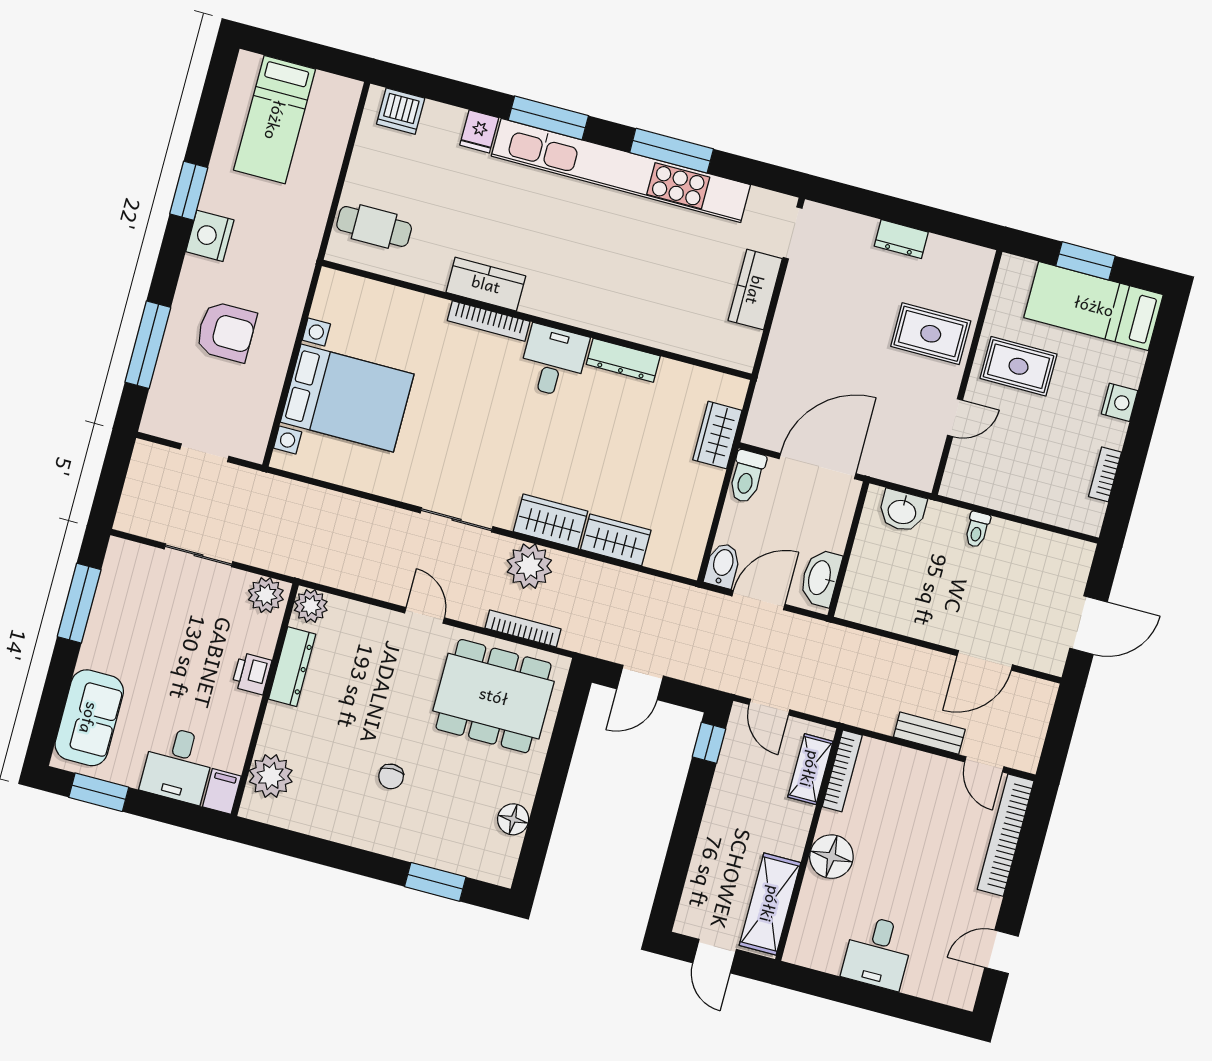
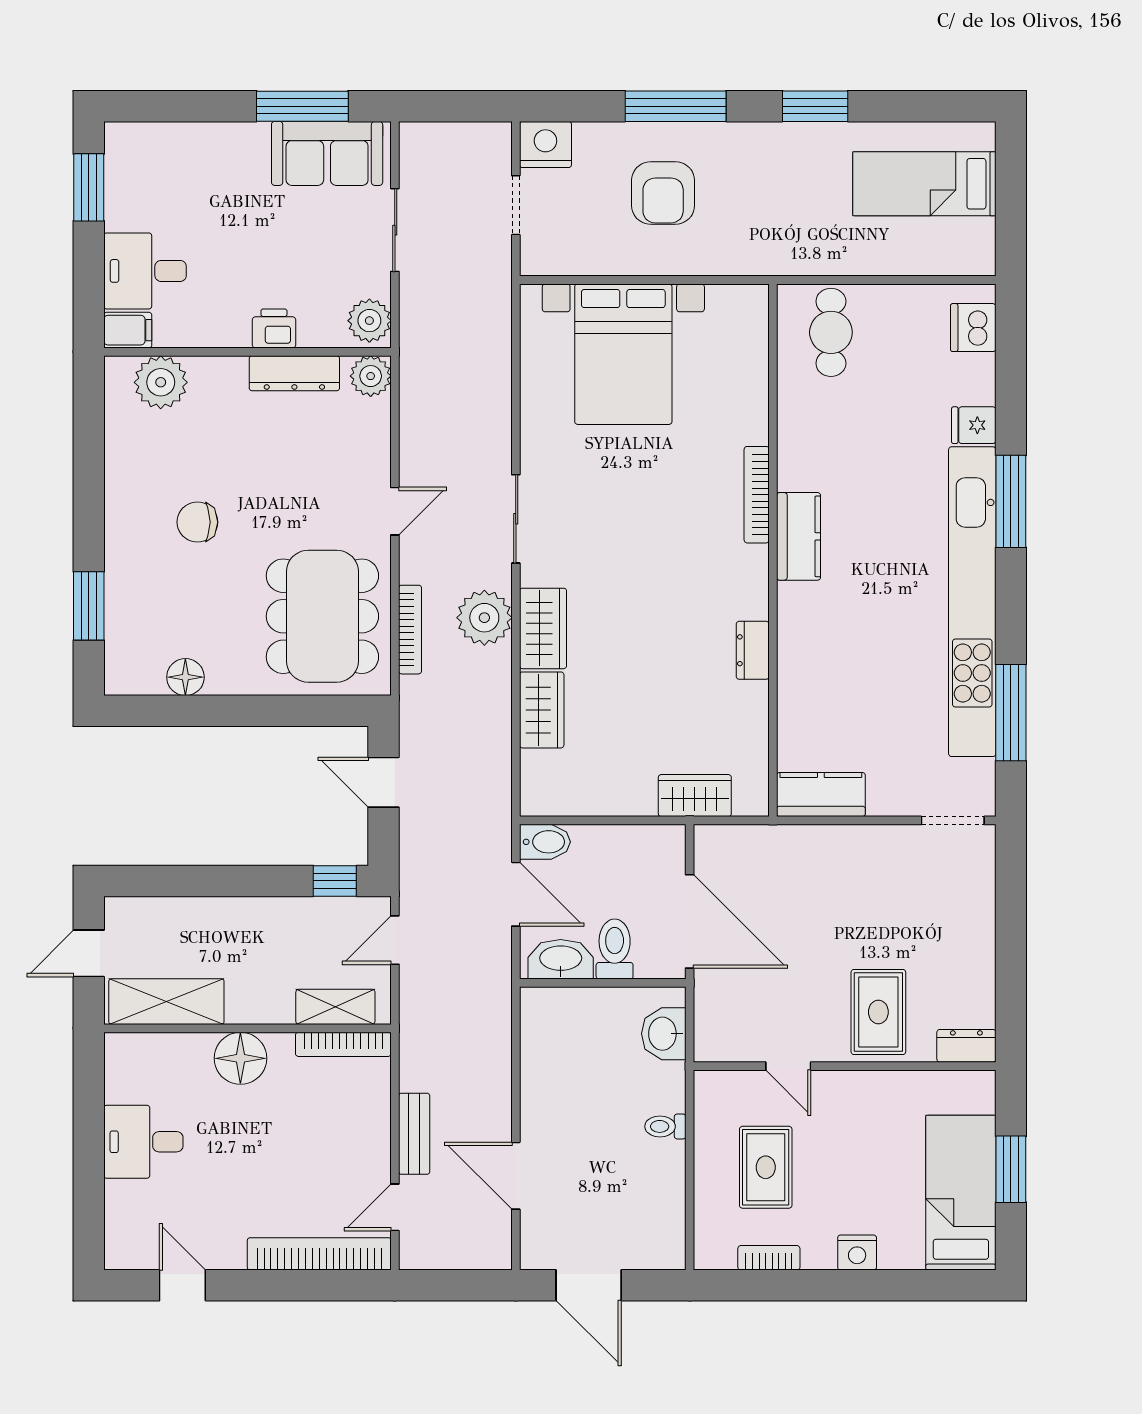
window: (672, 151) -> (1011, 713), moved
nightstand: (210, 236) -> (545, 145), moved
dresser: (901, 239) -> (966, 1046), moved, turned 90
kitchen counter: (486, 284) -> (799, 536), moved
kitchen counter: (755, 290) -> (821, 795), moved
window: (148, 345) -> (676, 106), moved
dresser: (623, 360) -> (753, 650), width x0.70
desk: (553, 361) -> (730, 582), removed
rug: (1019, 366) -> (766, 1167), moved
toilet: (747, 477) -> (615, 949), moved, turned 90
sofa: (89, 718) -> (327, 153), moved
chair: (391, 776) -> (197, 522), width x1.37, depth x1.37

